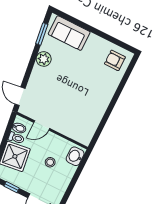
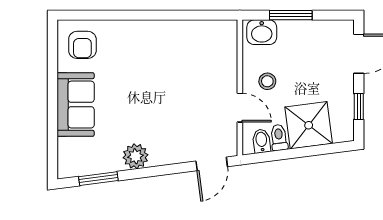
sofa: (69, 33) -> (76, 105), moved
stool: (50, 162) -> (267, 81), moved
window: (76, 176) -> (291, 15), added

